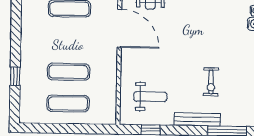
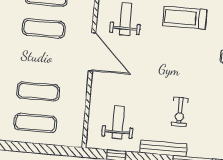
weight bench: (150, 97) -> (118, 122), turned -90

